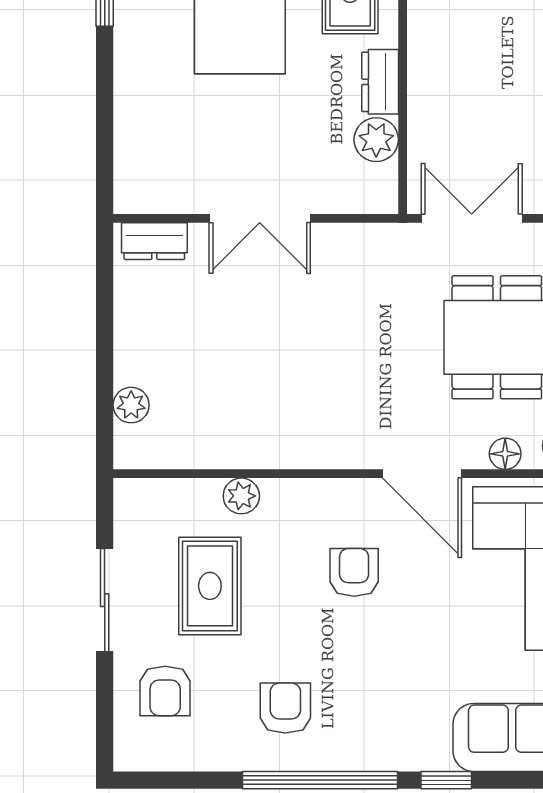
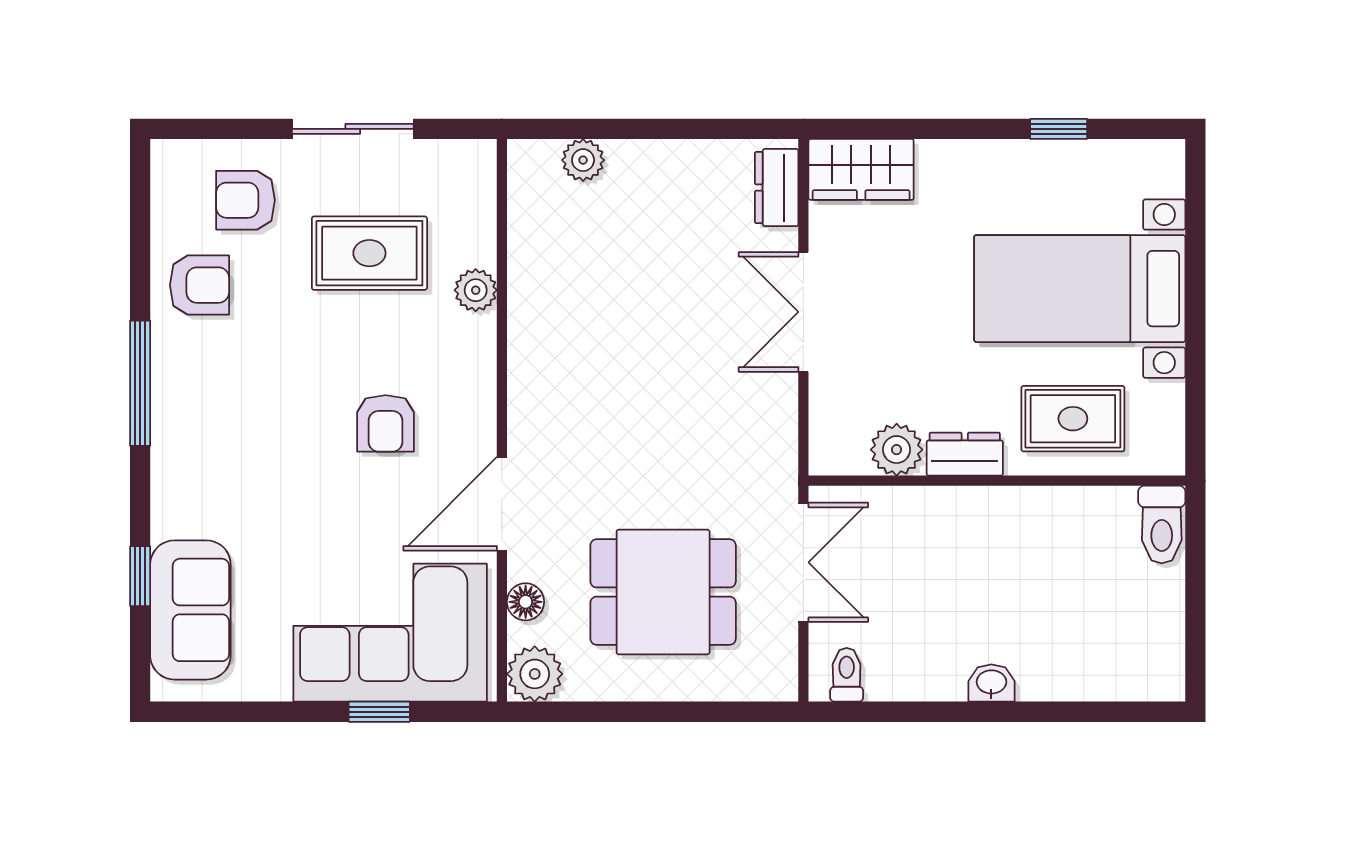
wardrobe: (139, 170) -> (861, 169), added
armchair: (354, 572) -> (386, 423), turned 90
armchair: (285, 708) -> (199, 285), moved
window: (320, 780) -> (140, 383), width x0.68
window: (446, 780) -> (140, 576), moved

